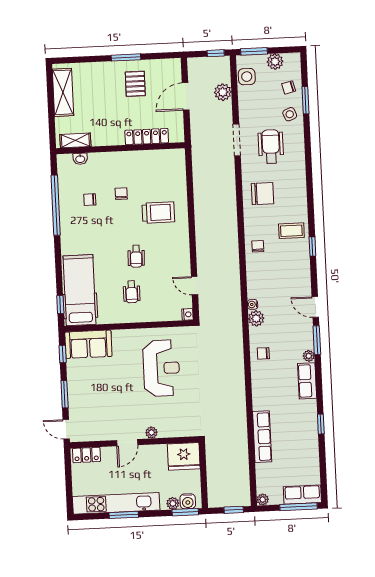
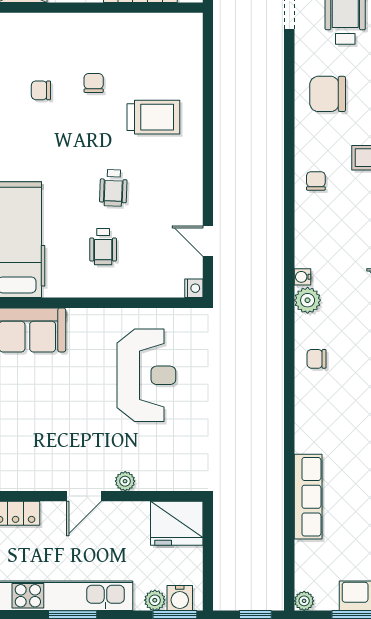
washbasin: (80, 159) -> (28, 22), removed
chair: (262, 194) -> (328, 94), turned 180

